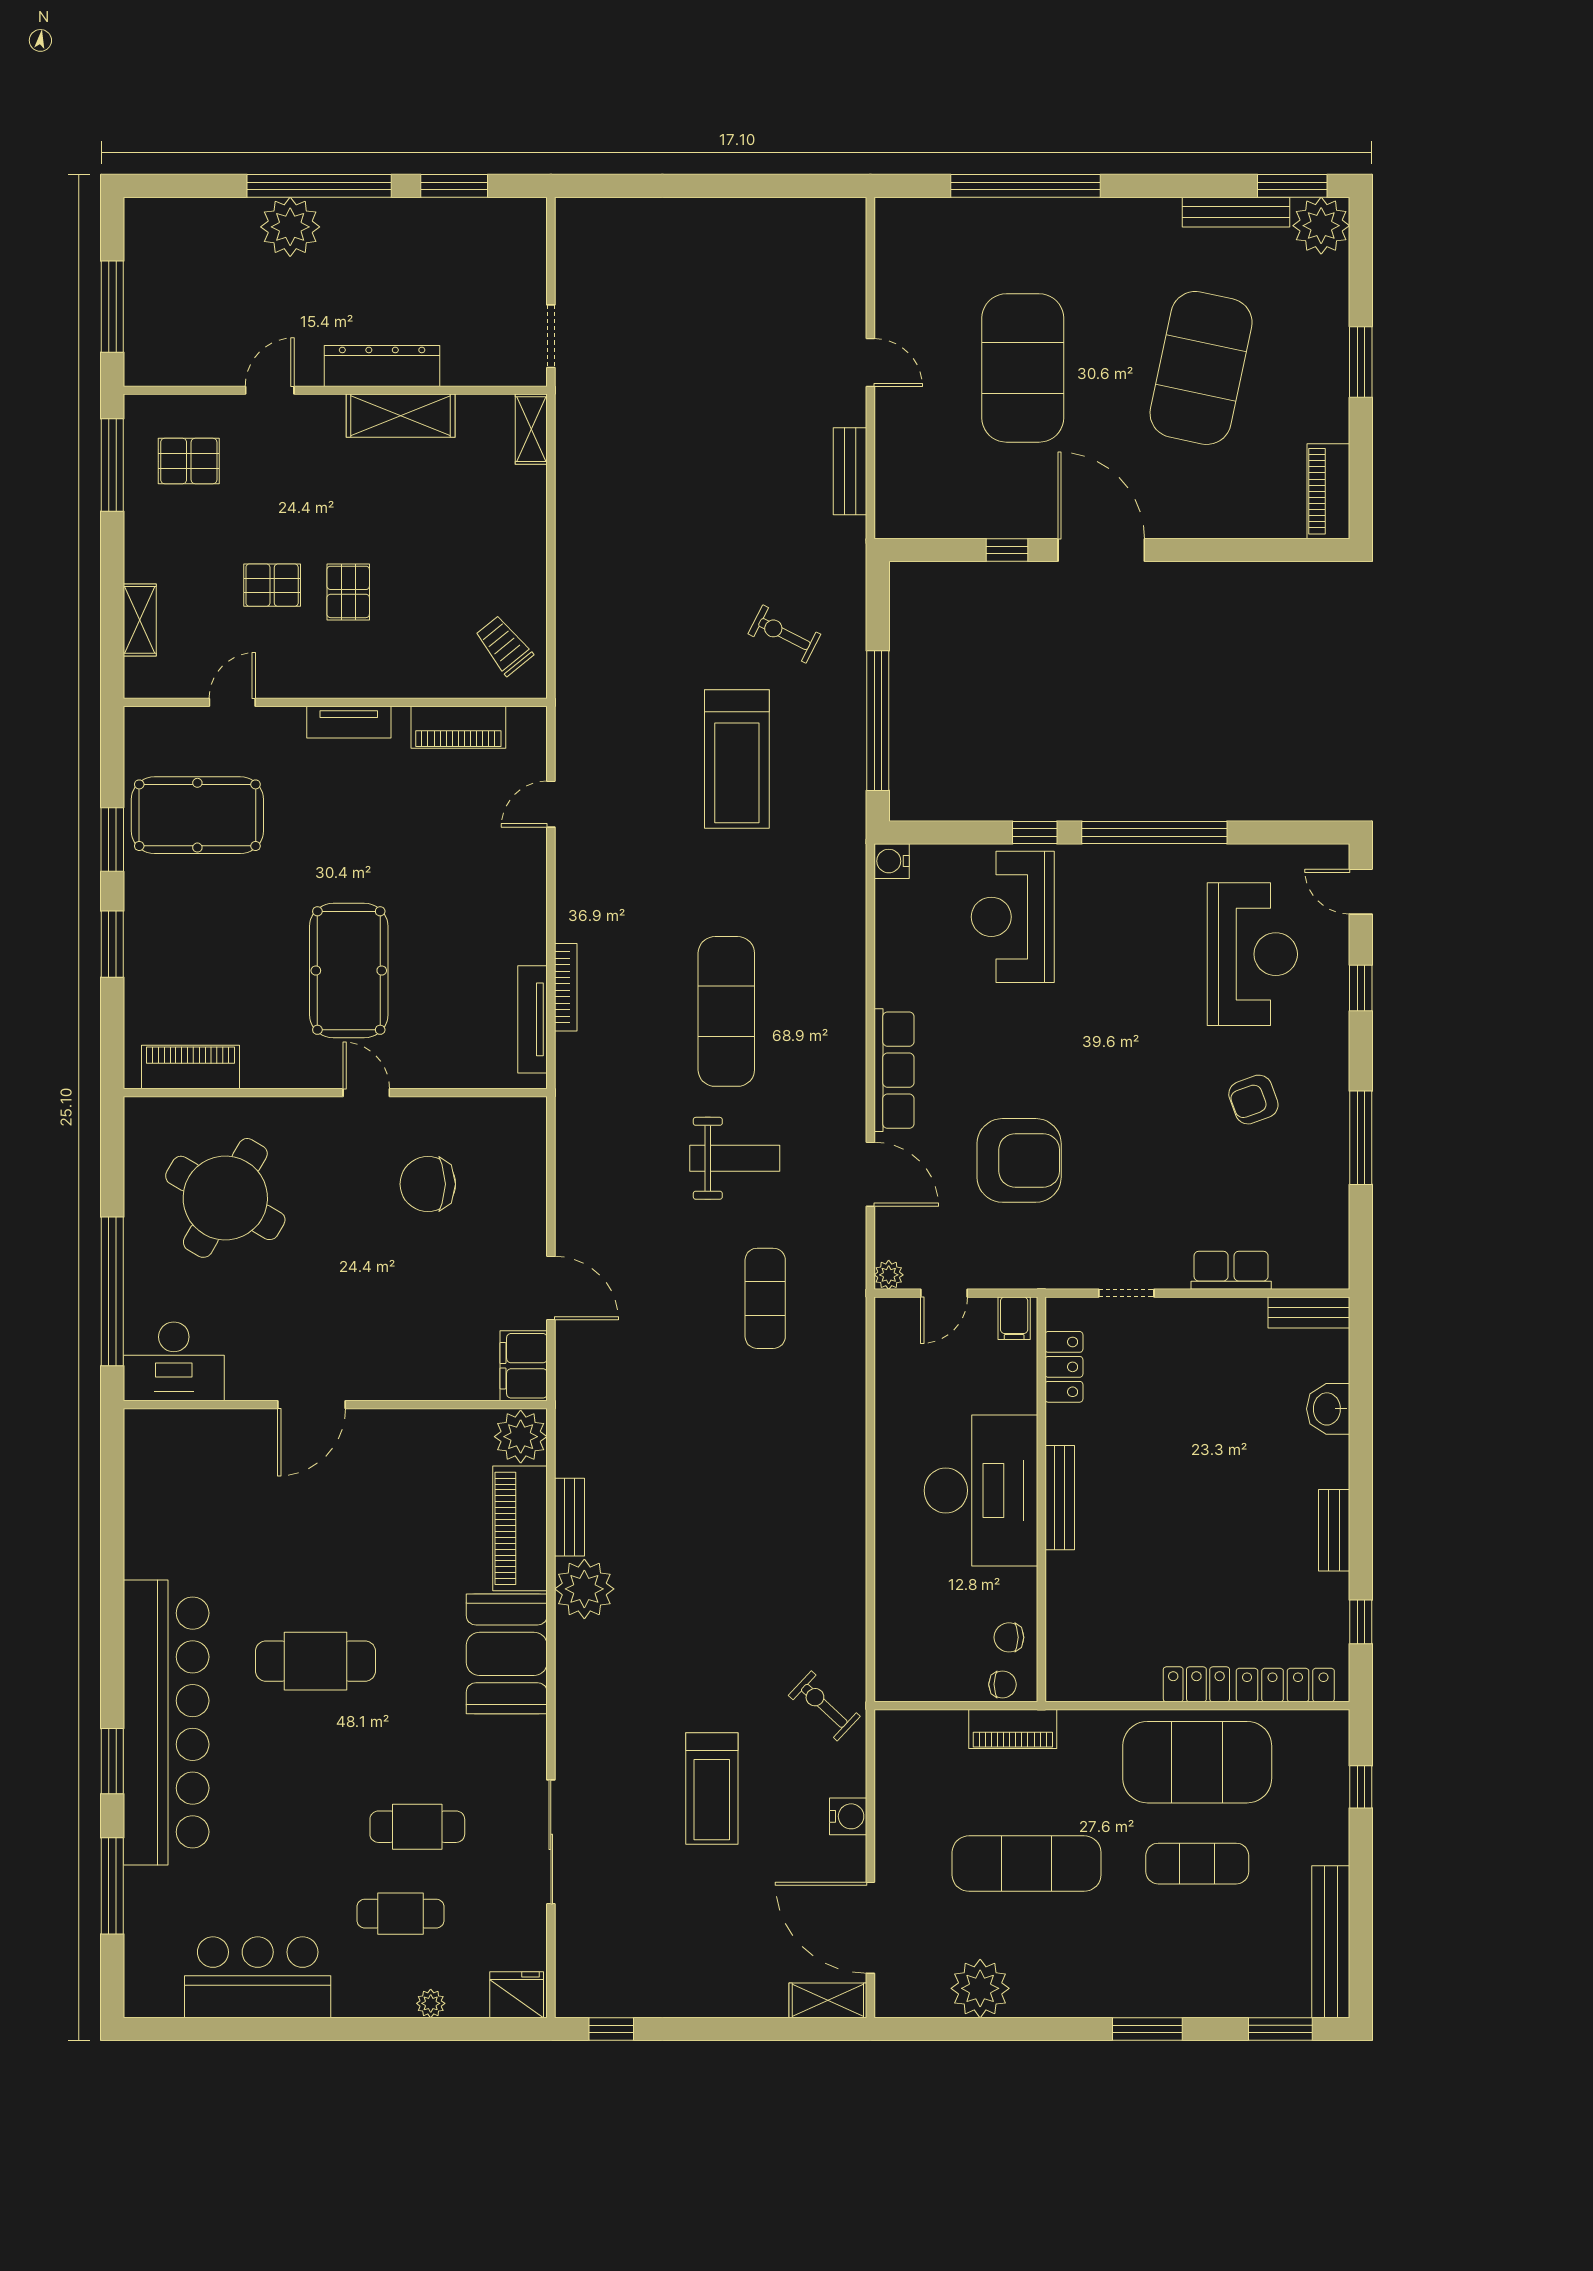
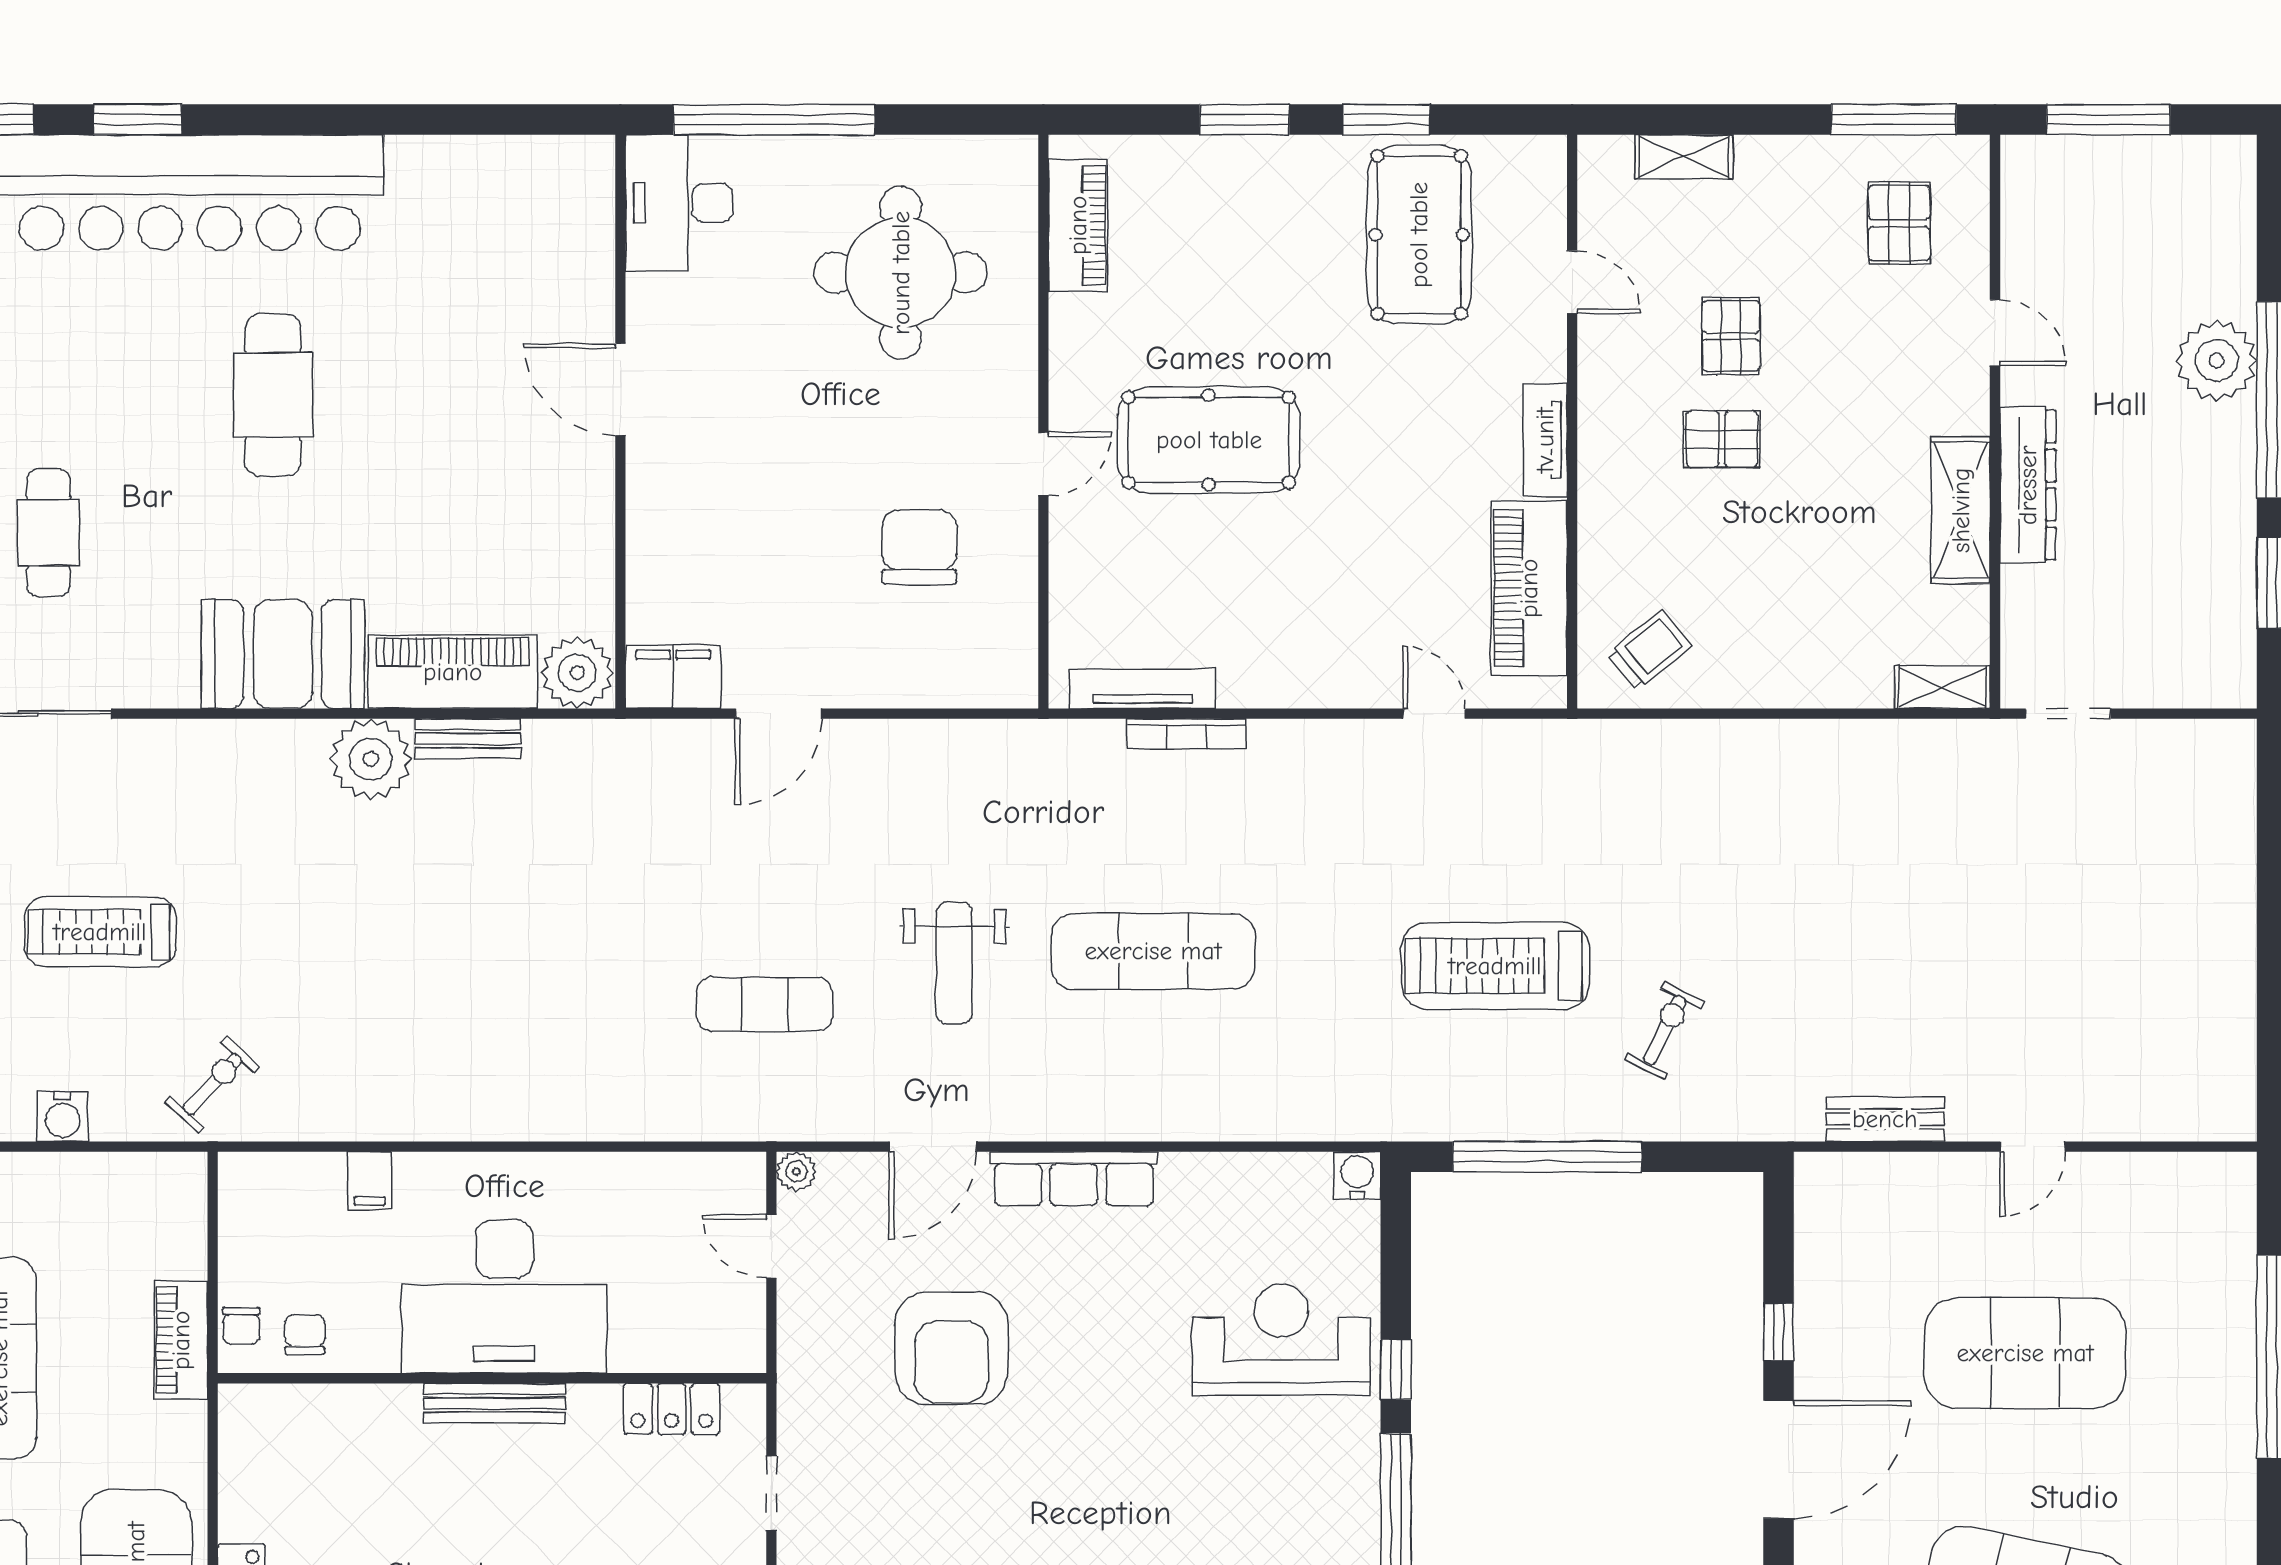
piano: (458, 727) -> (1529, 588), width x1.37, depth x1.33
round table: (225, 1198) -> (901, 273), turned -30
filing cabinet: (1014, 1318) -> (370, 1181), moved, turned -90

